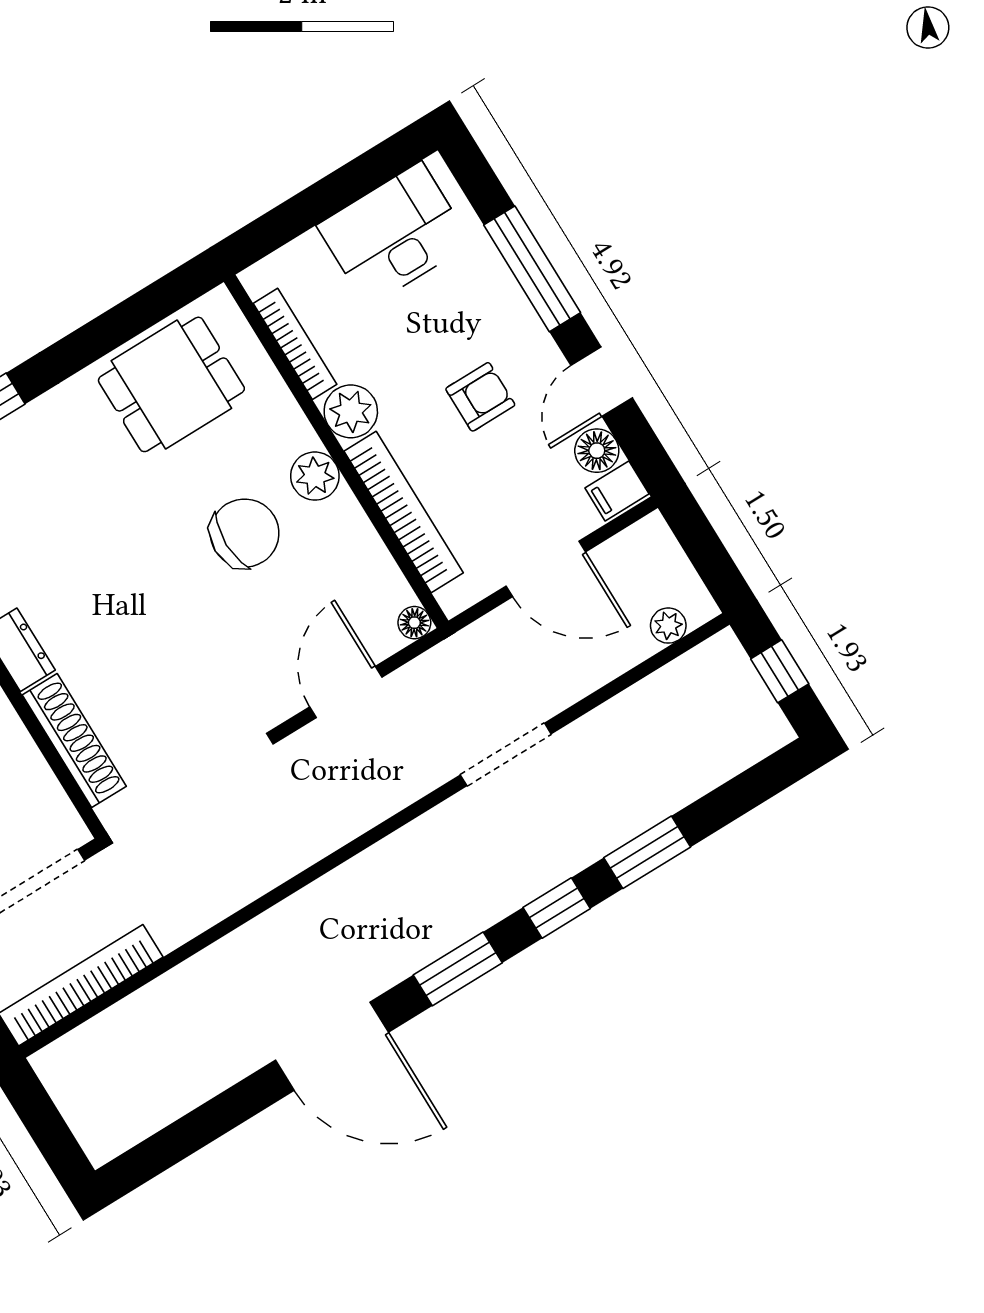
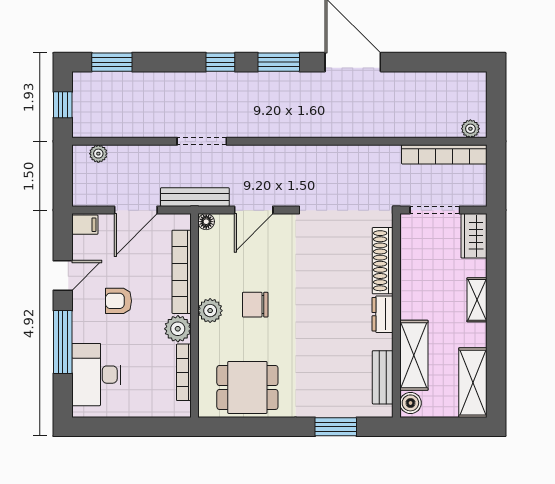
desk: (394, 234) -> (96, 375), moved, turned 90
floor lamp: (597, 451) -> (83, 247), removed
chair: (245, 533) -> (255, 305), width x0.73, depth x0.73
door: (546, 569) -> (136, 210), swing flipped
bench: (459, 653) -> (195, 197), added
window: (647, 852) -> (112, 62), moved
plant: (63, 1056) -> (470, 129), added

